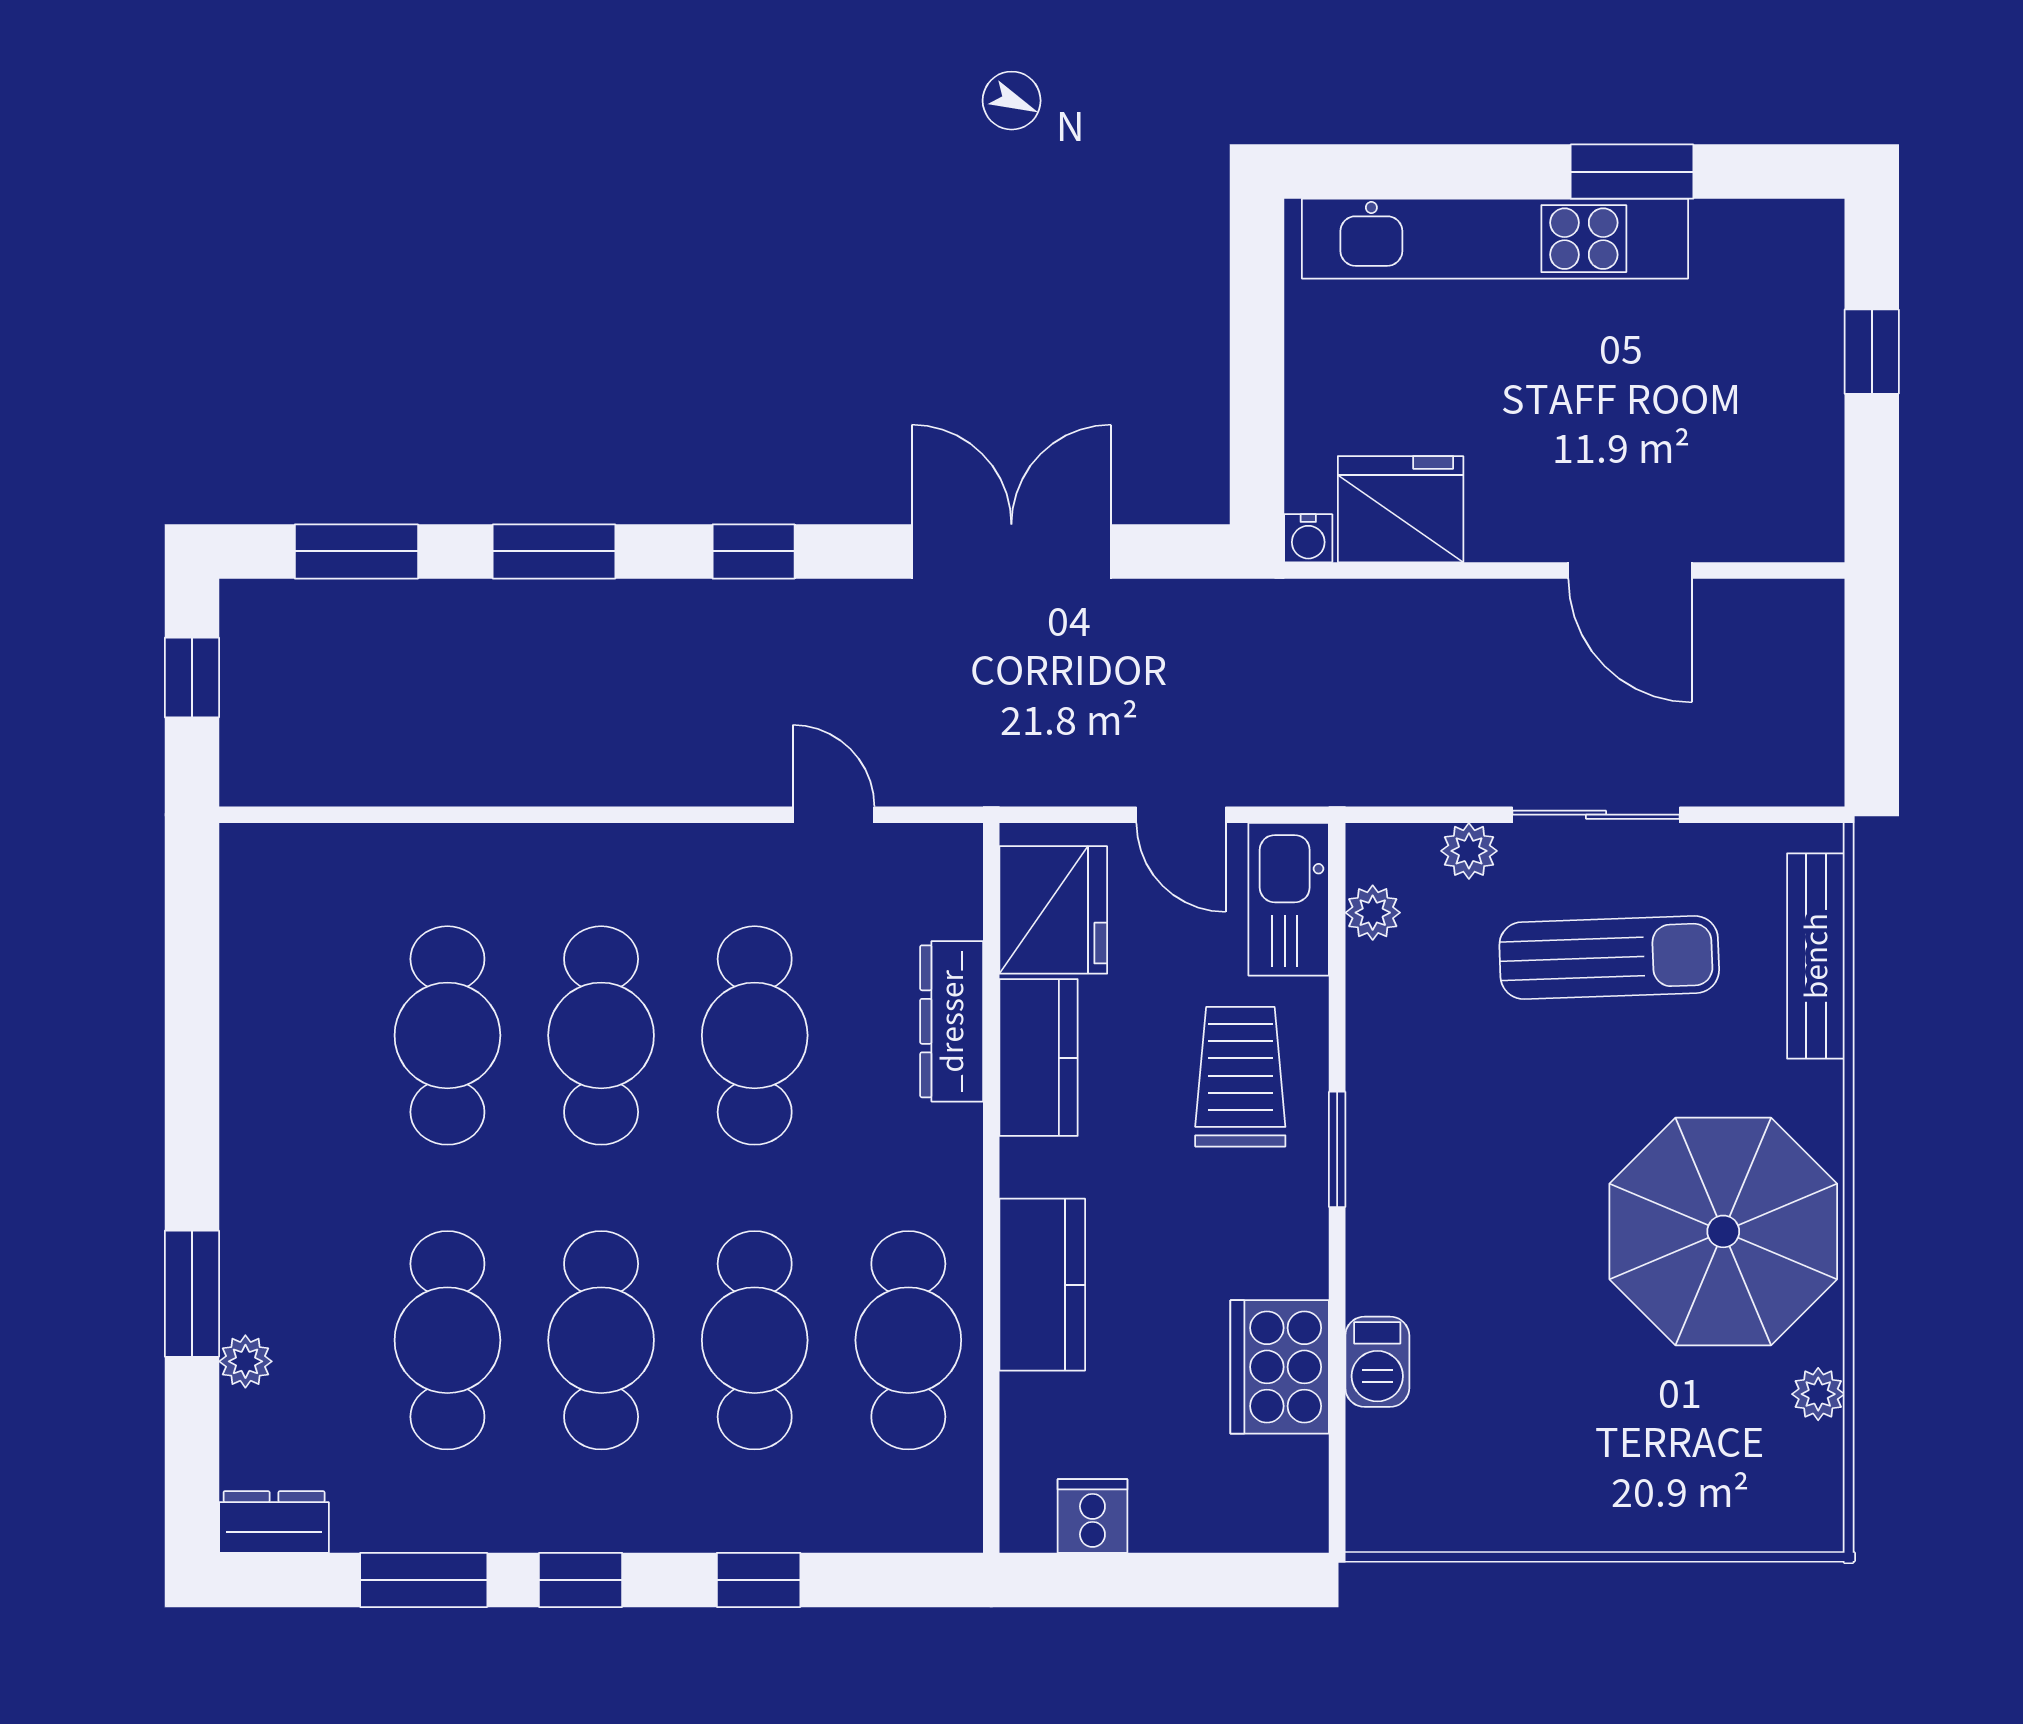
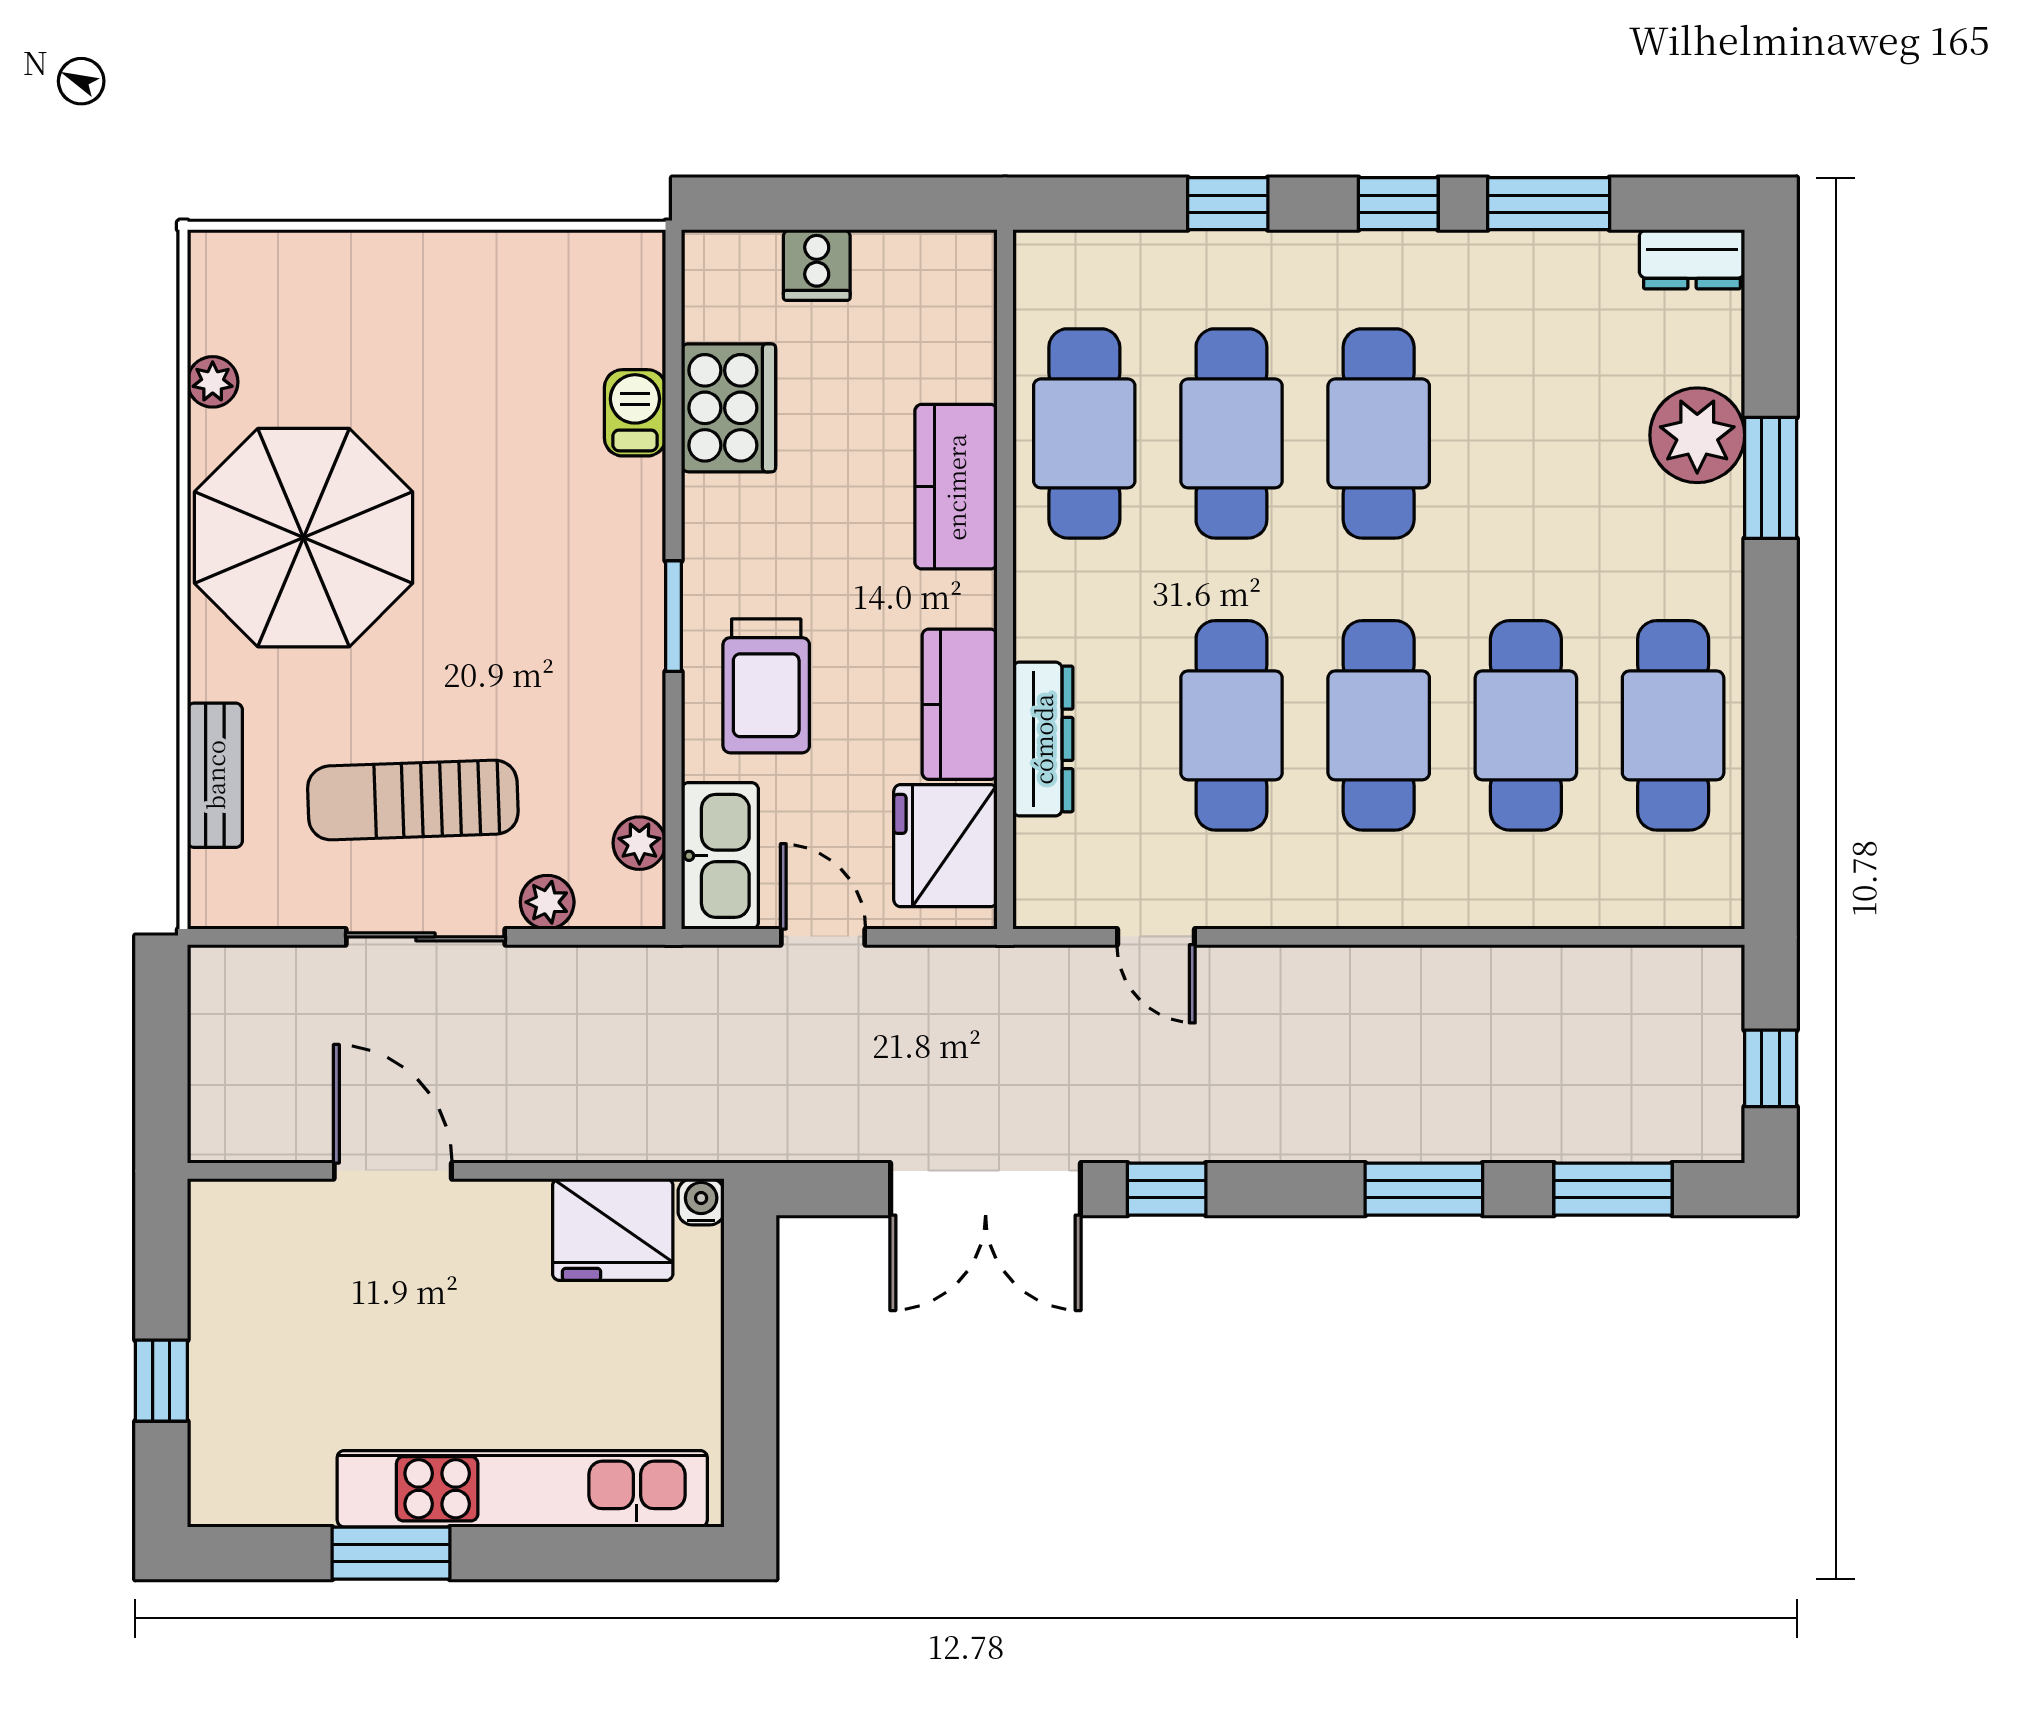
window: (754, 551) -> (1167, 1189), moved
bench: (1816, 956) -> (215, 775), width x0.73
cafe table: (447, 1340) -> (1673, 725), moved
plant: (245, 1361) -> (1697, 435), width x1.88, depth x1.88
cooker: (1092, 1516) -> (817, 265), moved

